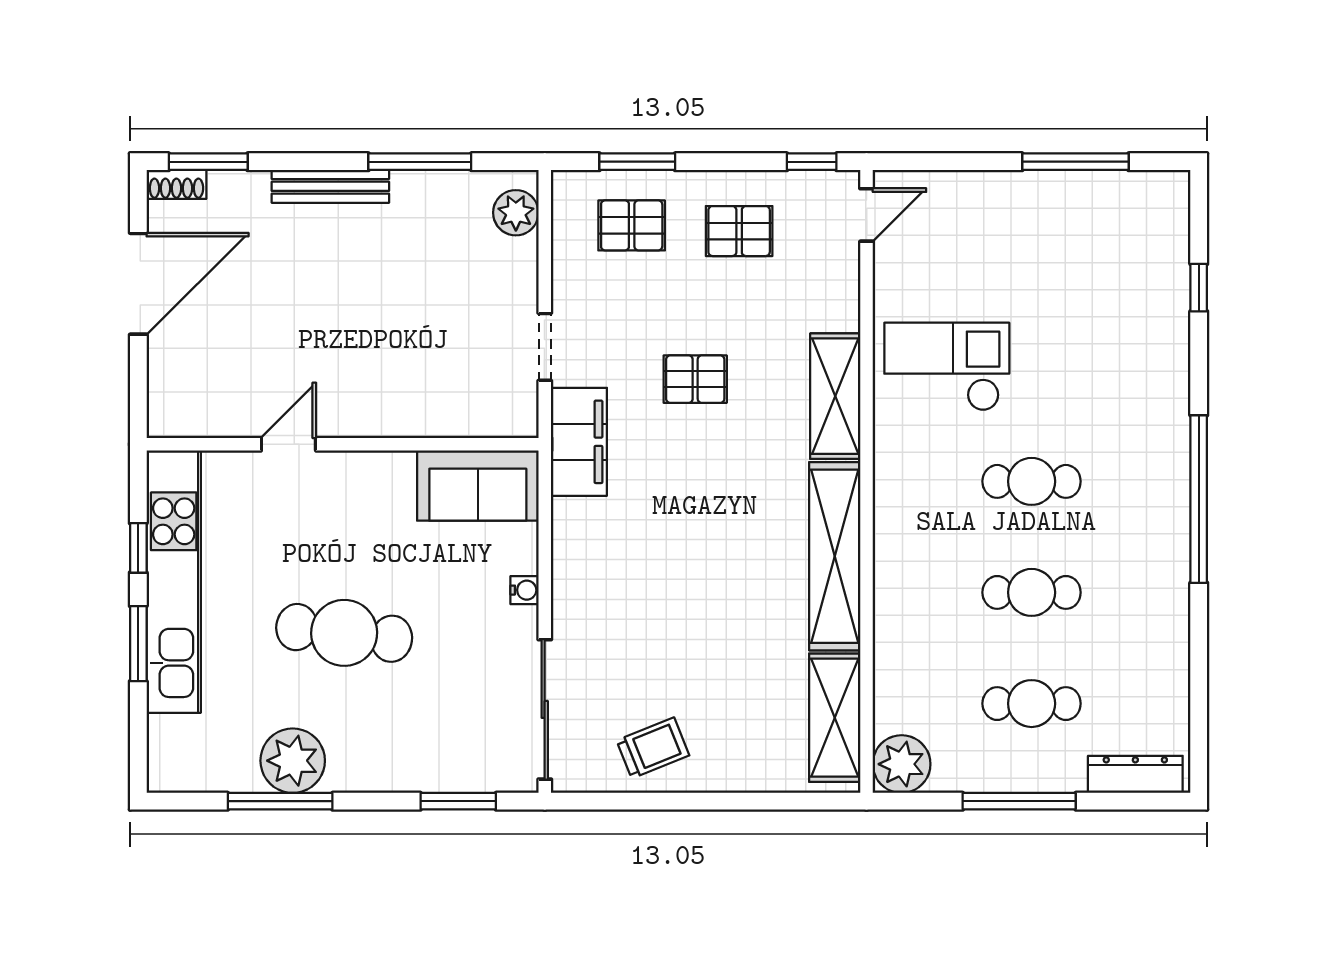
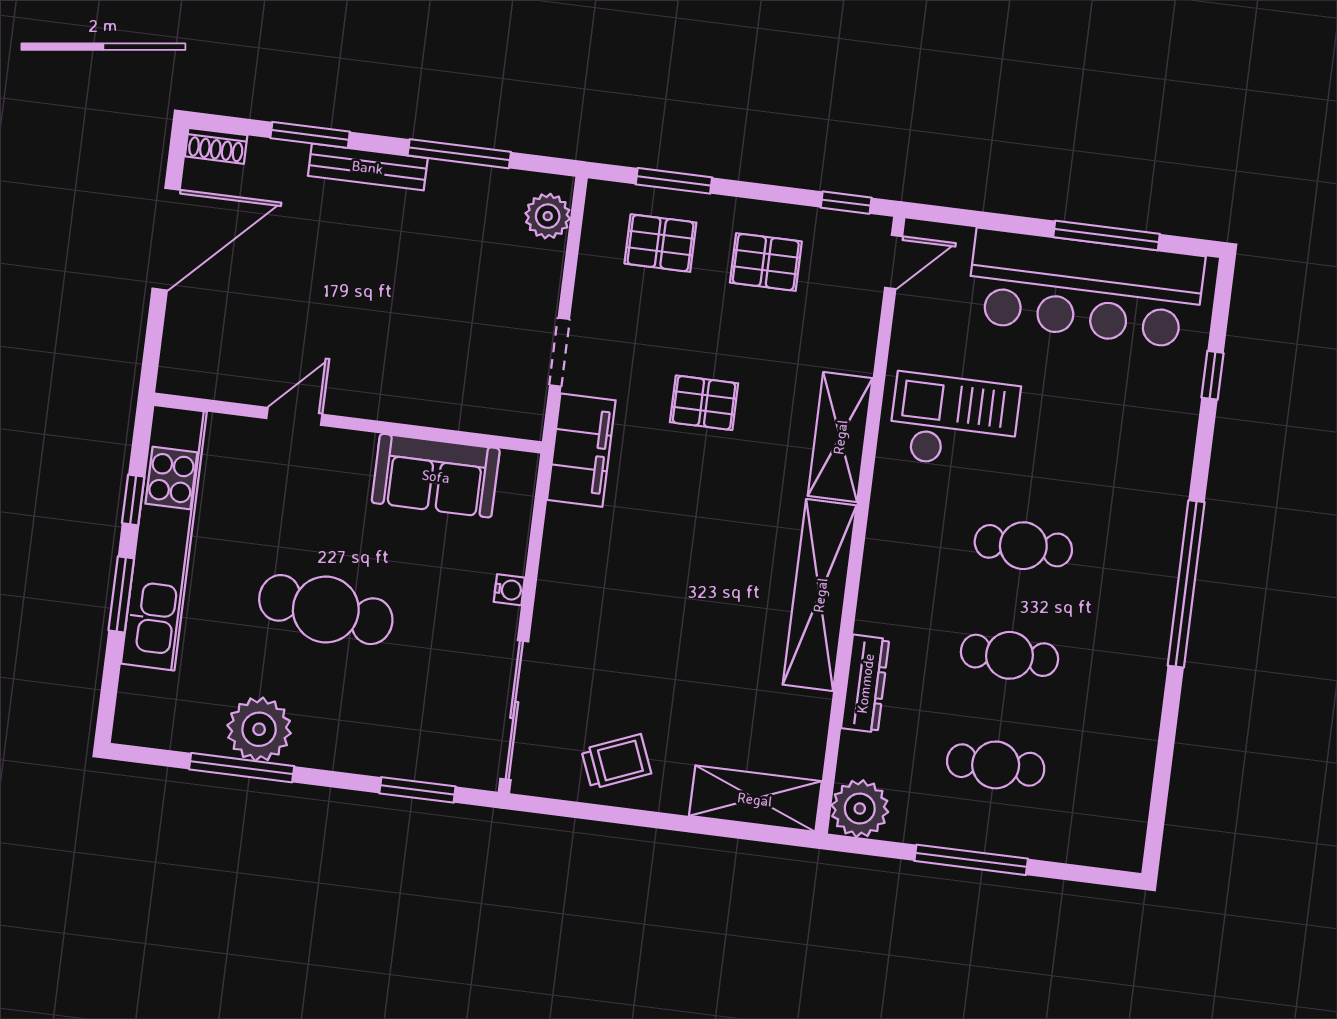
window: (208, 162) -> (310, 135), moved
bar counter: (1061, 217) -> (1085, 289), added
sofa: (478, 486) -> (436, 476), moved
shelving: (835, 718) -> (755, 799), moved, turned 90
dresser: (1135, 774) -> (865, 684), moved, turned 90

